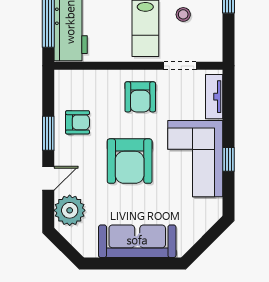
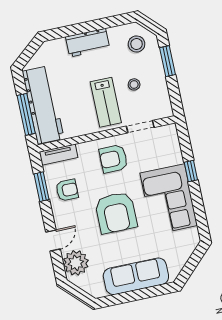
armchair: (140, 97) -> (113, 159), turned 90
tv unit: (214, 97) -> (59, 155), moved, turned -90
window: (48, 133) -> (42, 187), moved
window: (228, 159) -> (191, 171), moved

